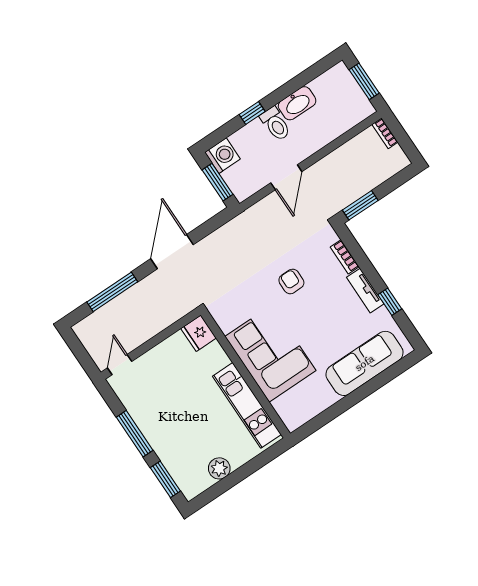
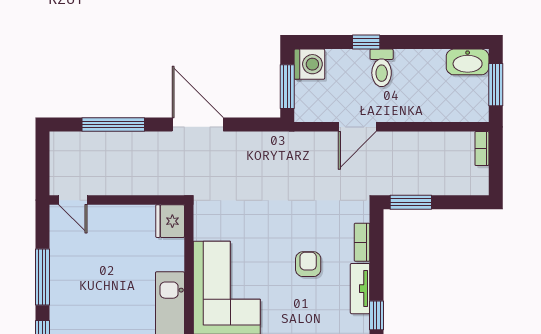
washbasin: (297, 103) -> (468, 62), moved
door: (172, 252) -> (198, 125), hinge flipped
armchair: (291, 281) -> (308, 264), moved
door: (120, 365) -> (73, 200), swing flipped

